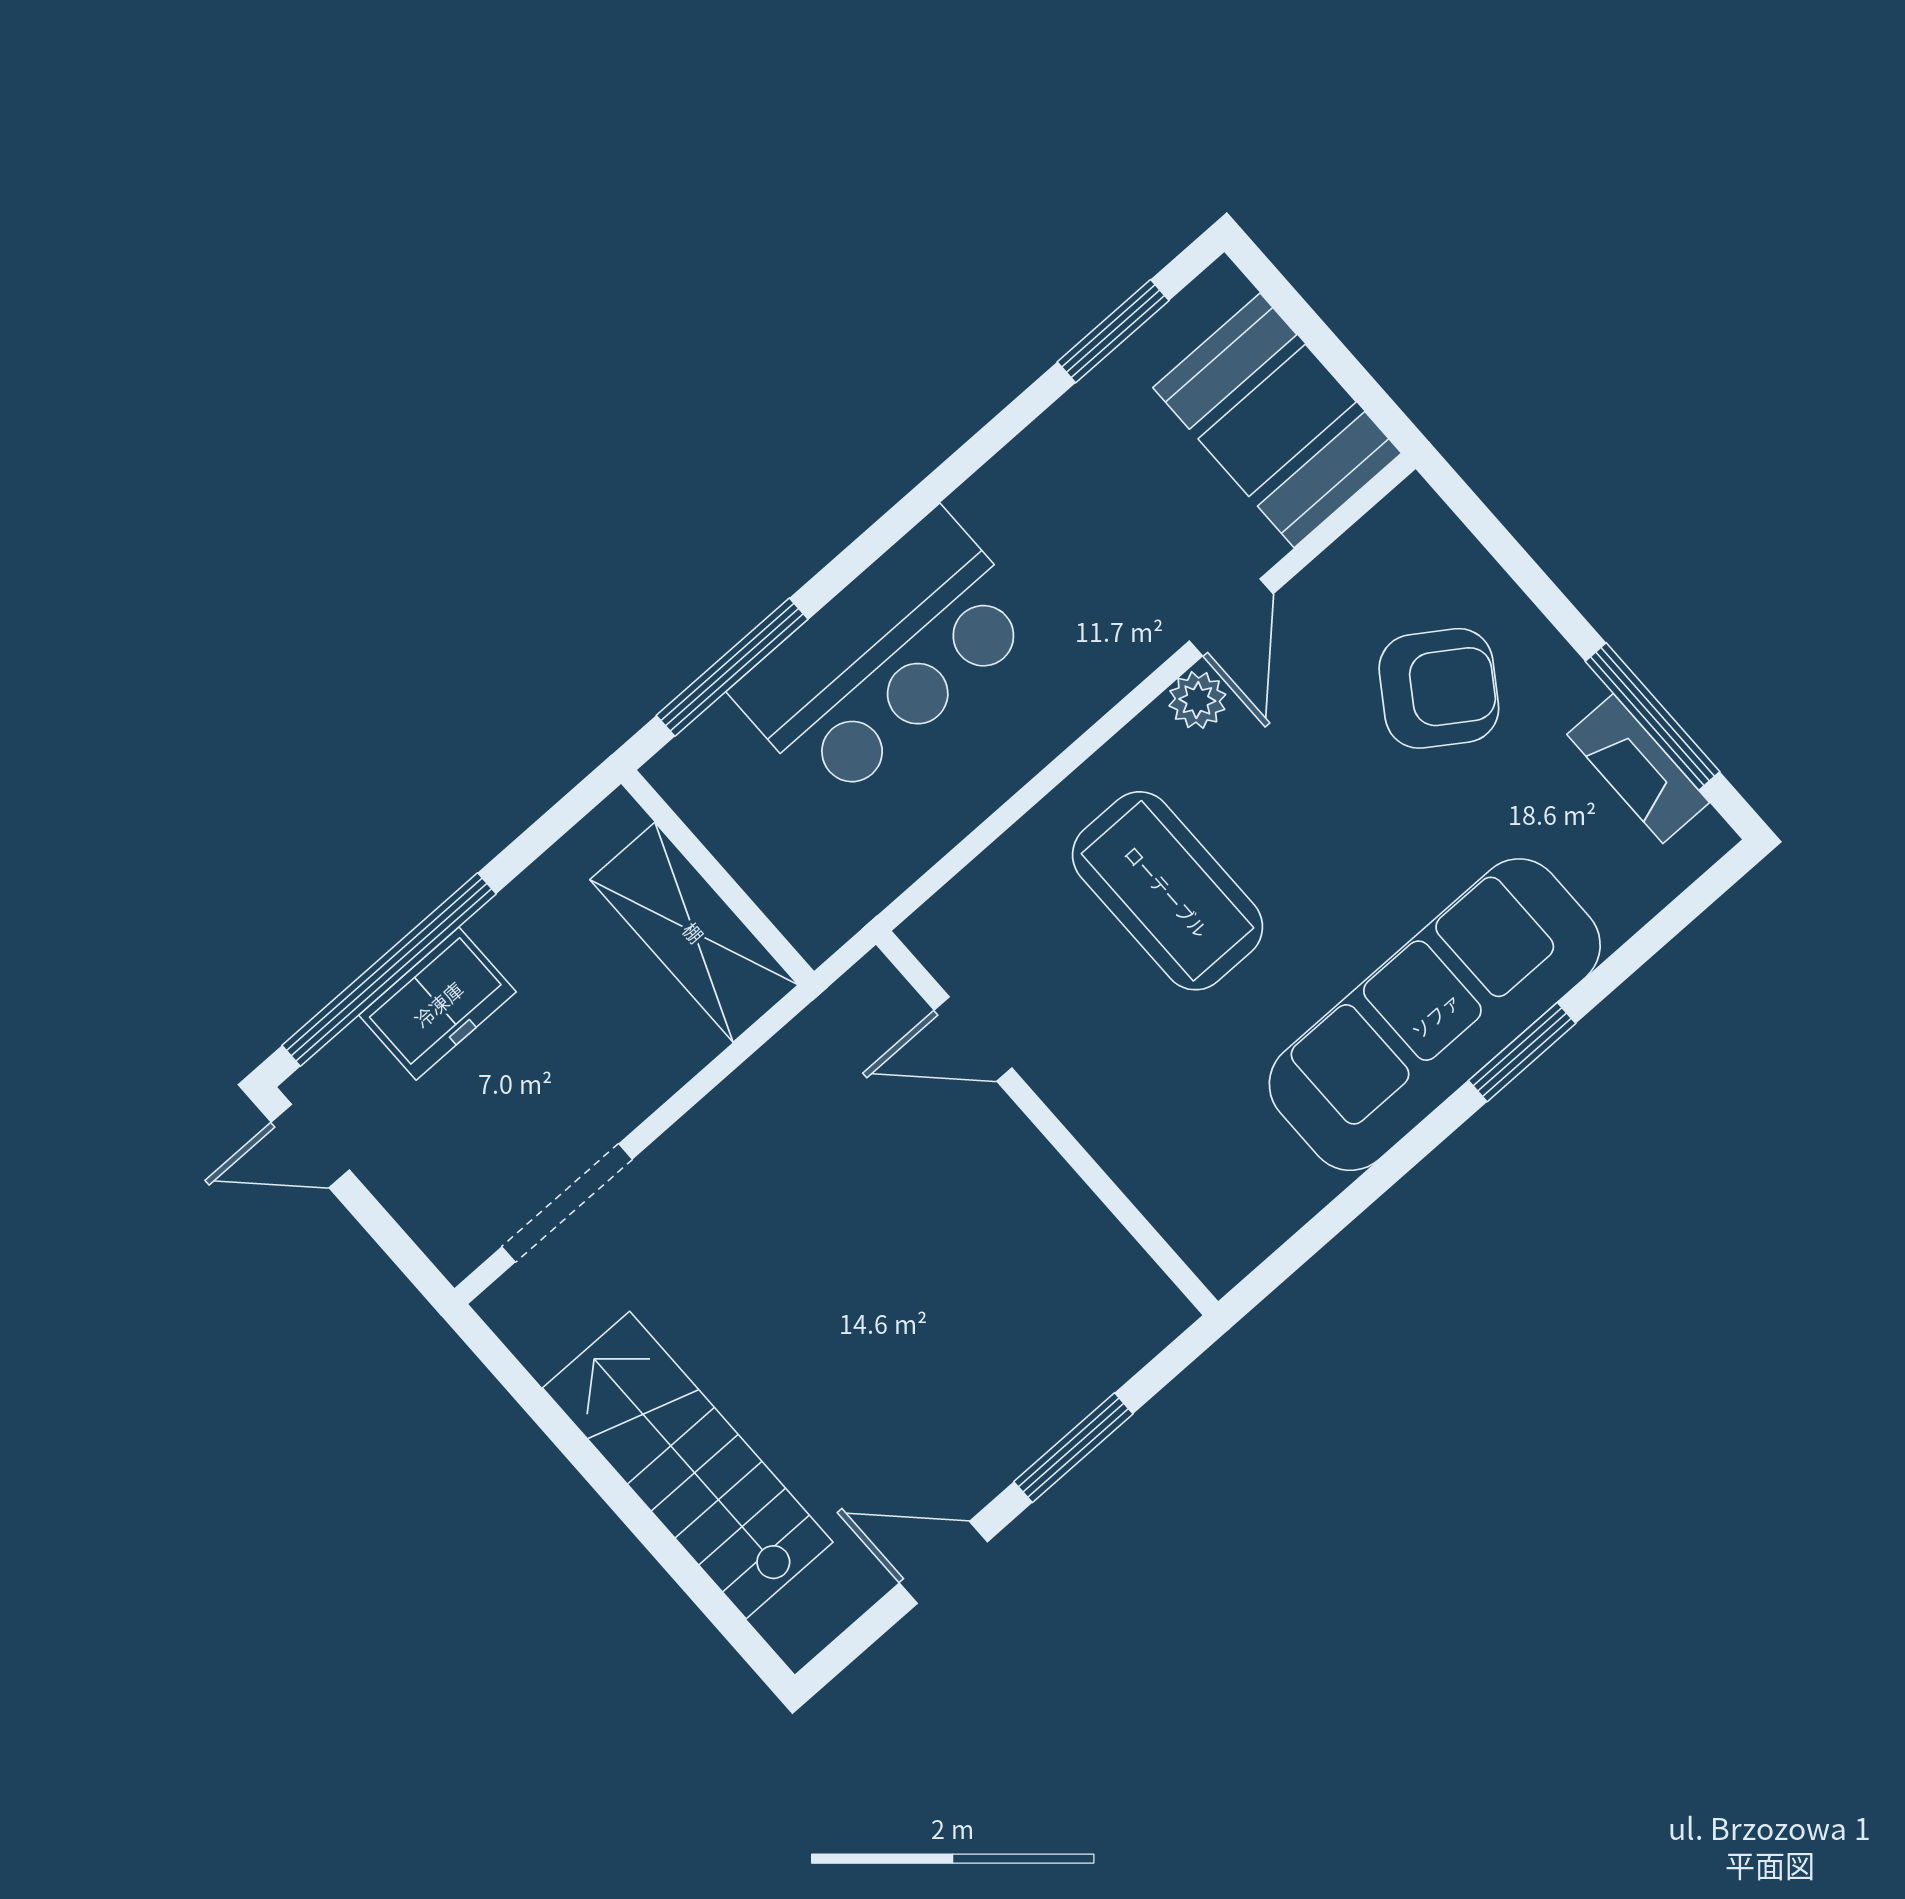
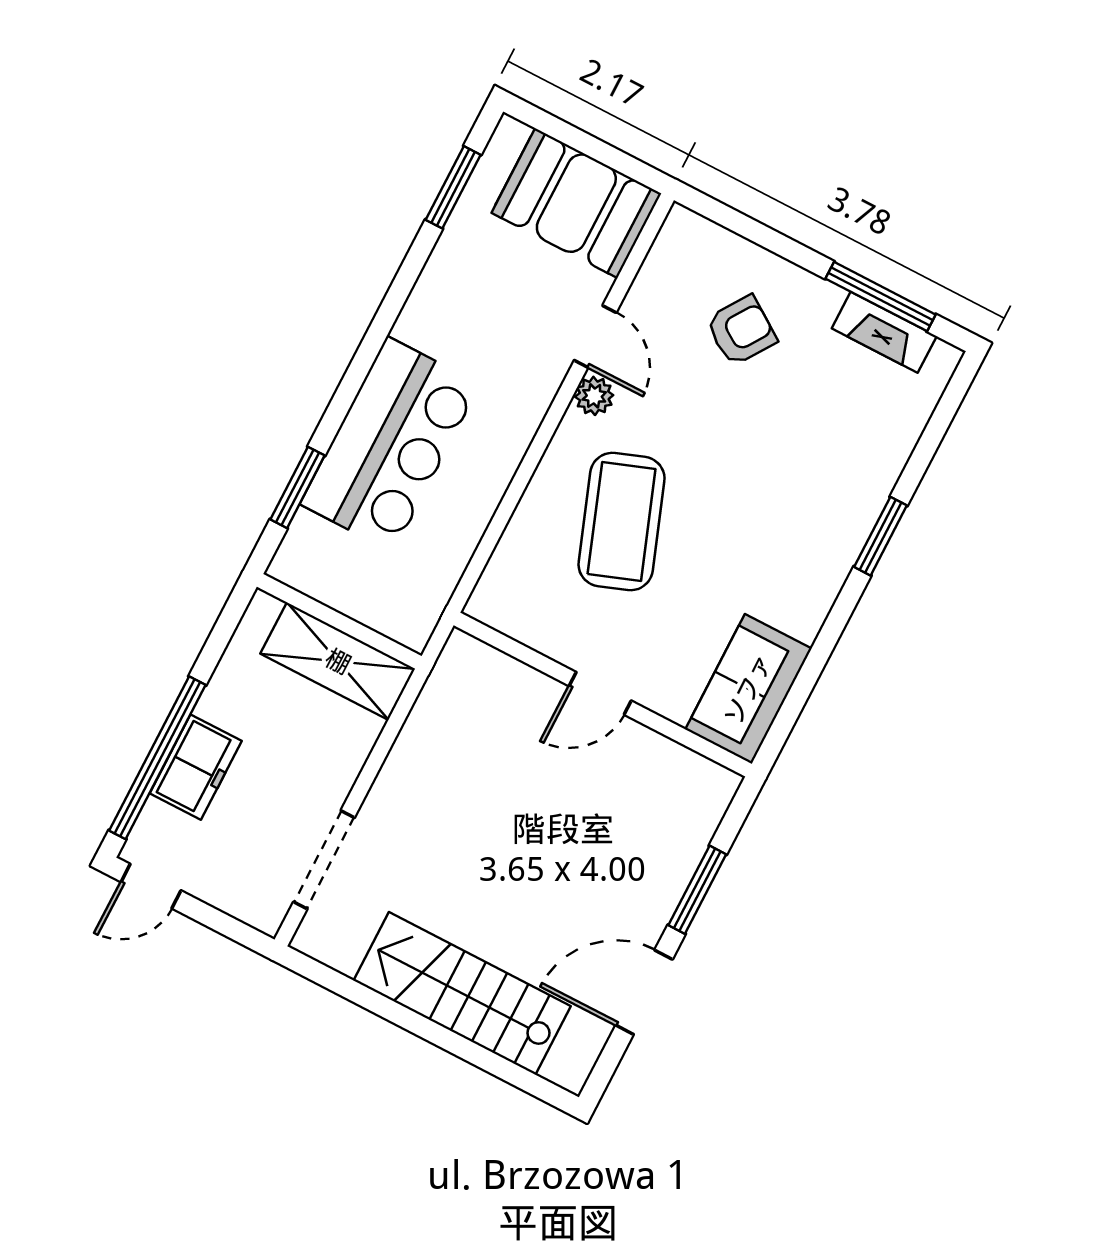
window: (732, 667) -> (298, 487), width x0.69
armchair: (1439, 688) -> (741, 331), width x0.72, depth x0.72
coffee table: (1167, 891) -> (622, 521), turned 70
sofa: (1435, 1015) -> (748, 689), moved, width x0.54, depth x0.79
door: (973, 1039) -> (600, 693), moved
door: (943, 1562) -> (644, 992), width x1.38

